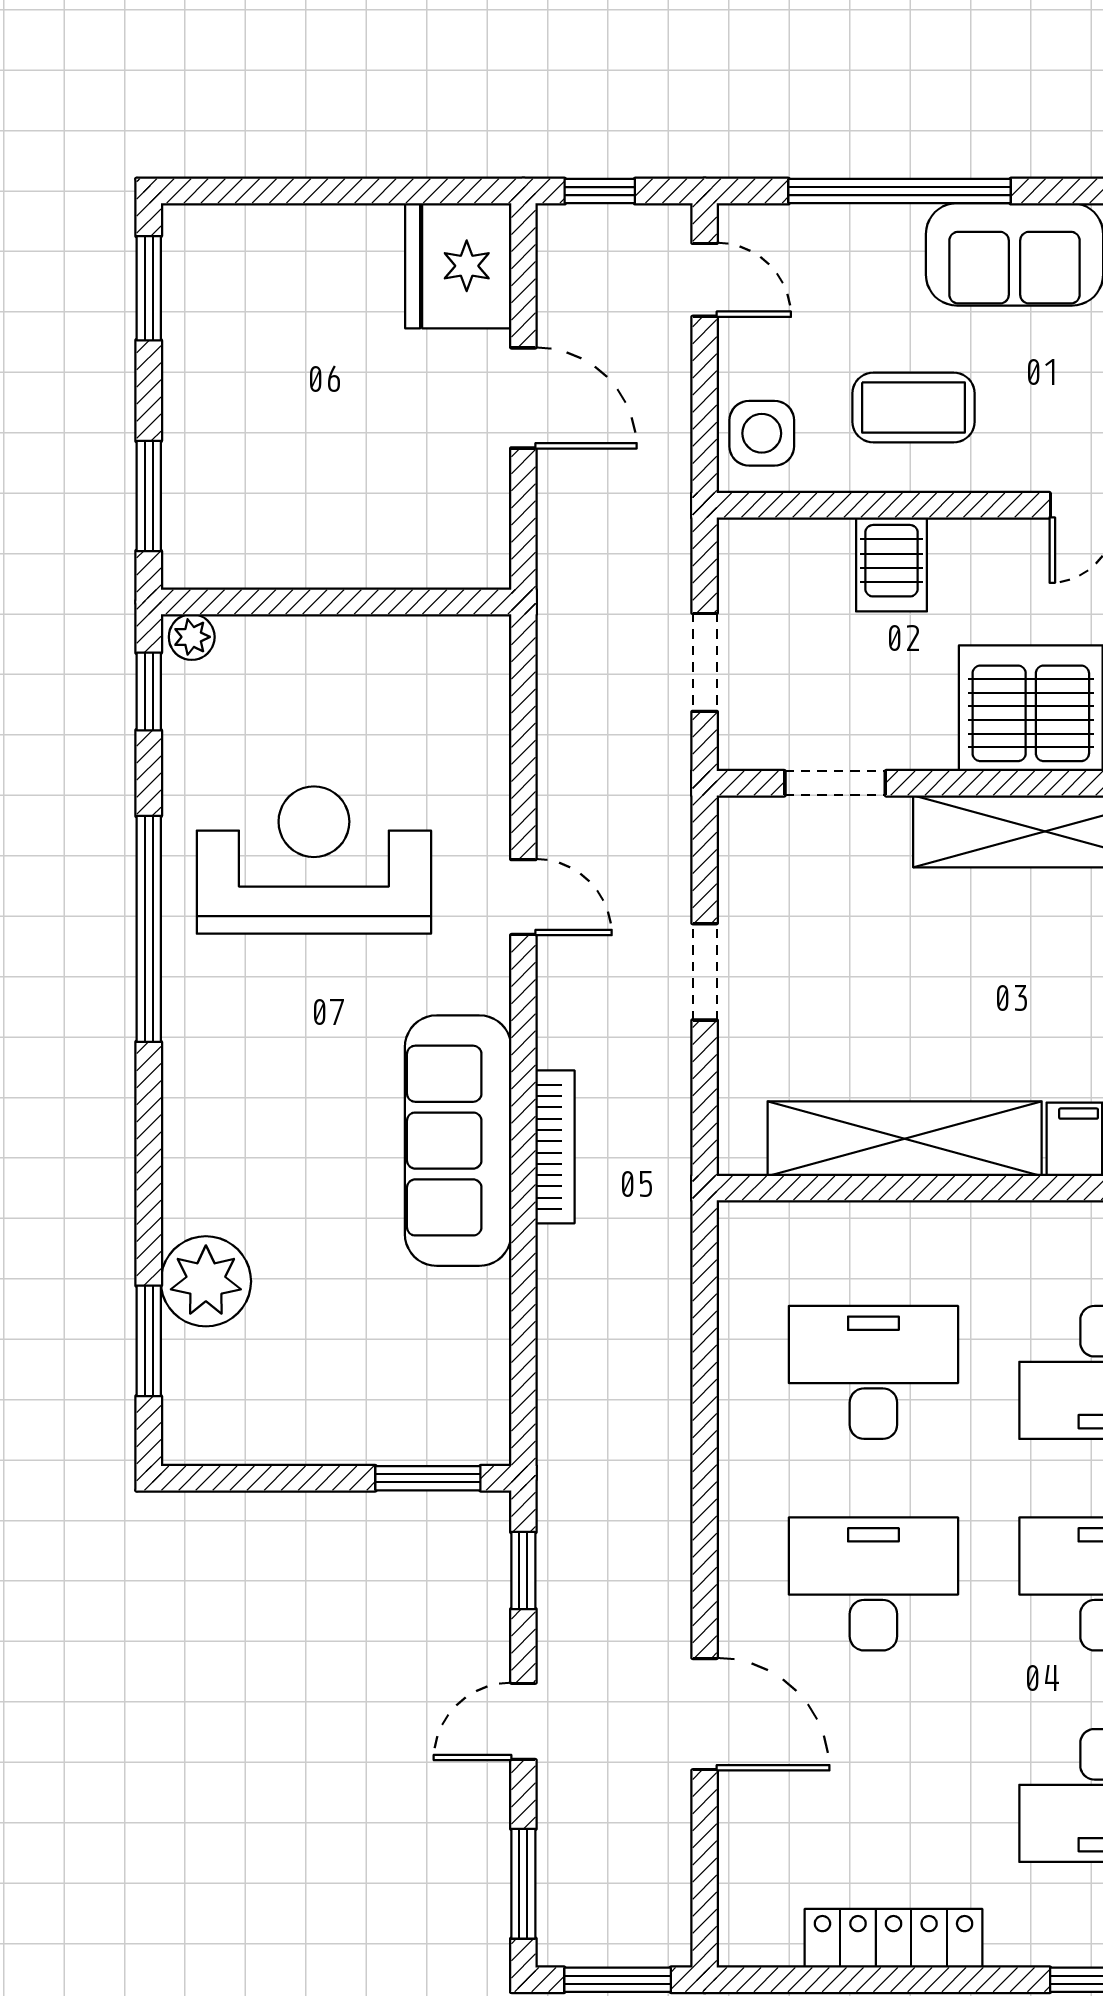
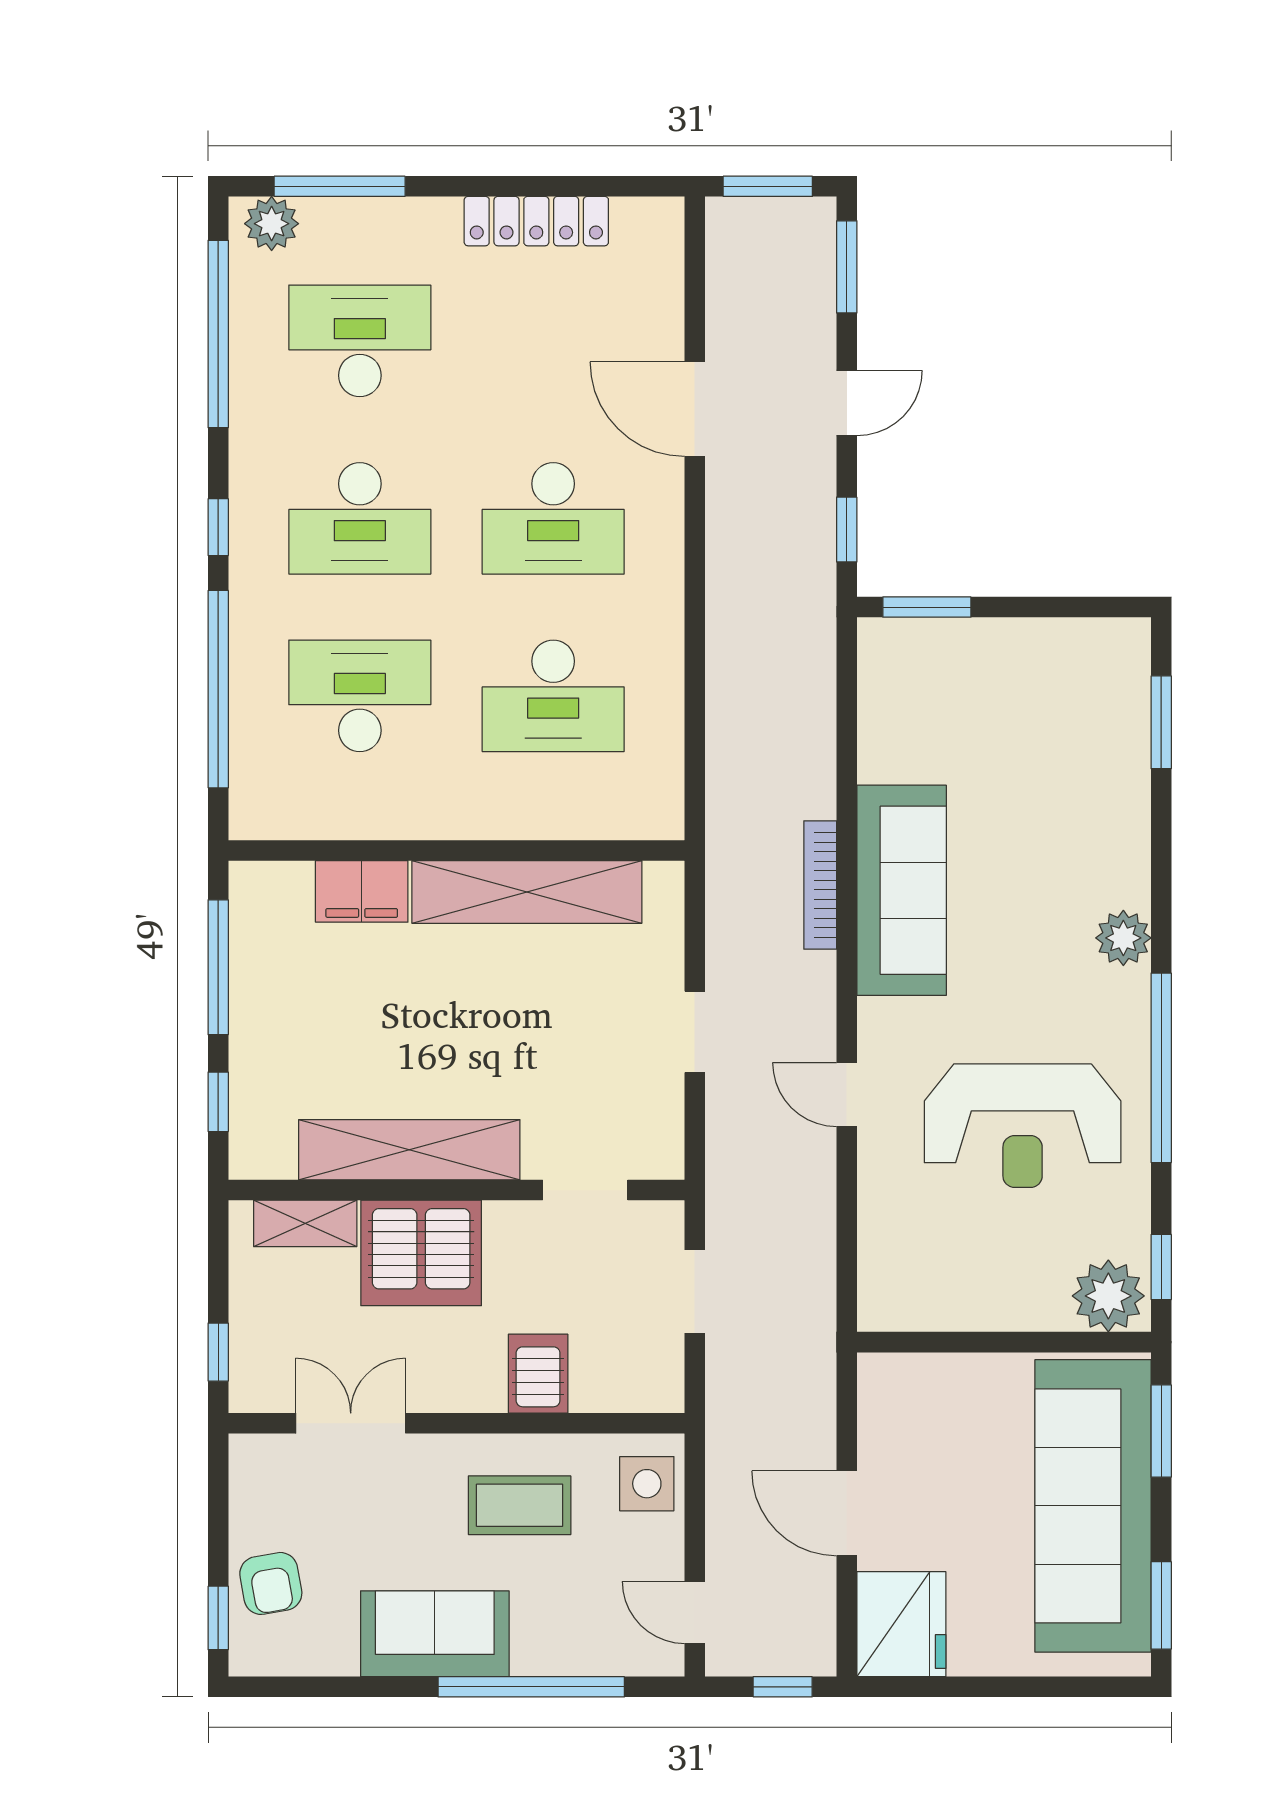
sofa: (230, 407) -> (1093, 1506), added
plant: (192, 637) -> (1108, 1296), width x1.88, depth x1.88
plant: (206, 1281) -> (1123, 938), moved, width x0.73, depth x0.73

